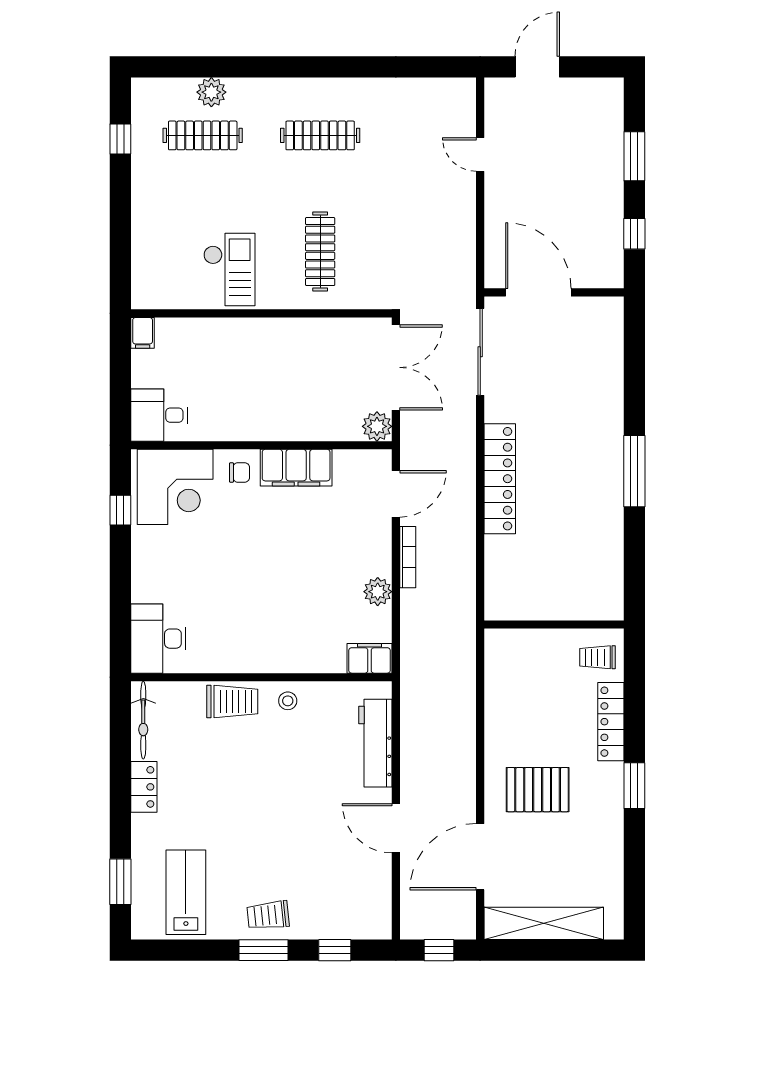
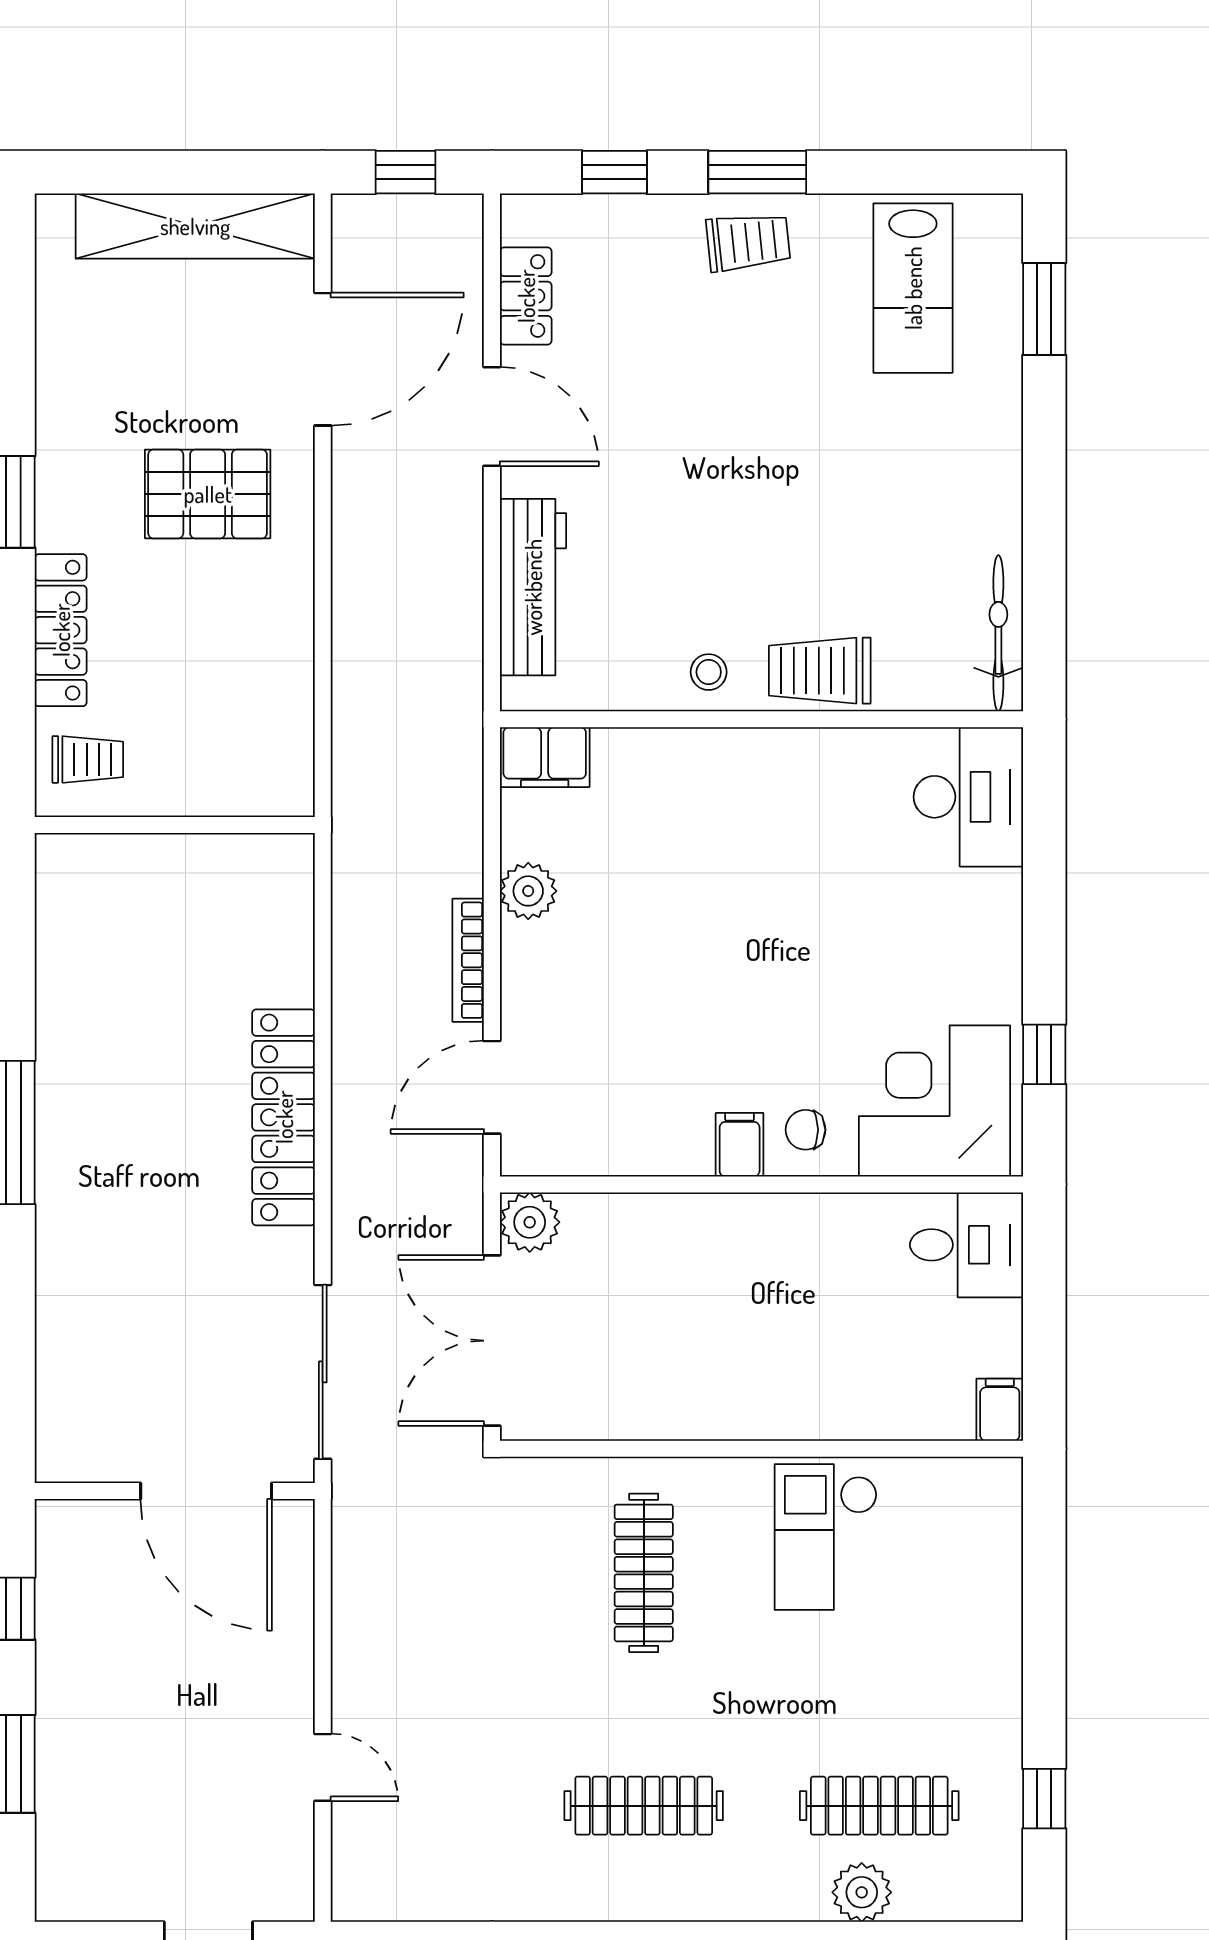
filing cabinet: (296, 468) -> (740, 1145), width x0.33, depth x0.86
locker: (144, 787) -> (526, 296), moved, turned 180

